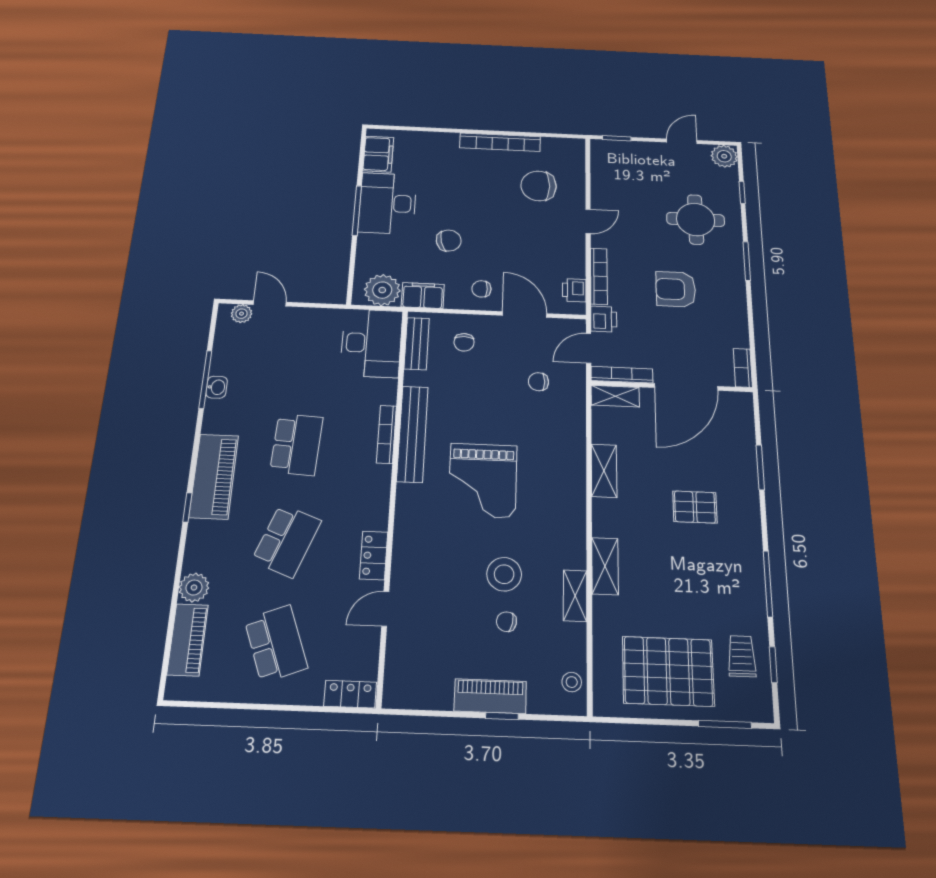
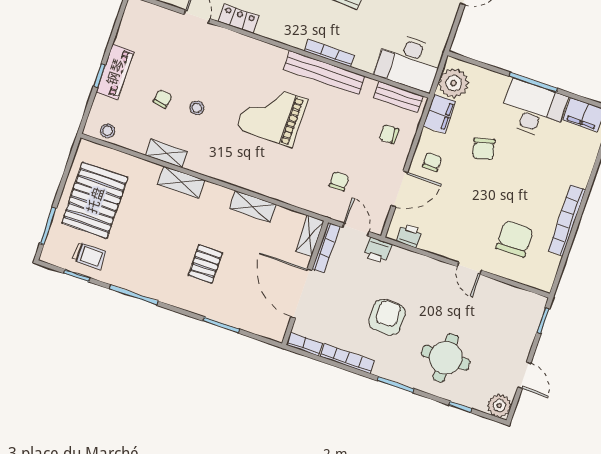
bookcase: (599, 276) -> (347, 359), moved, turned 180
stool: (504, 574) -> (197, 108), width x0.53, depth x0.53

